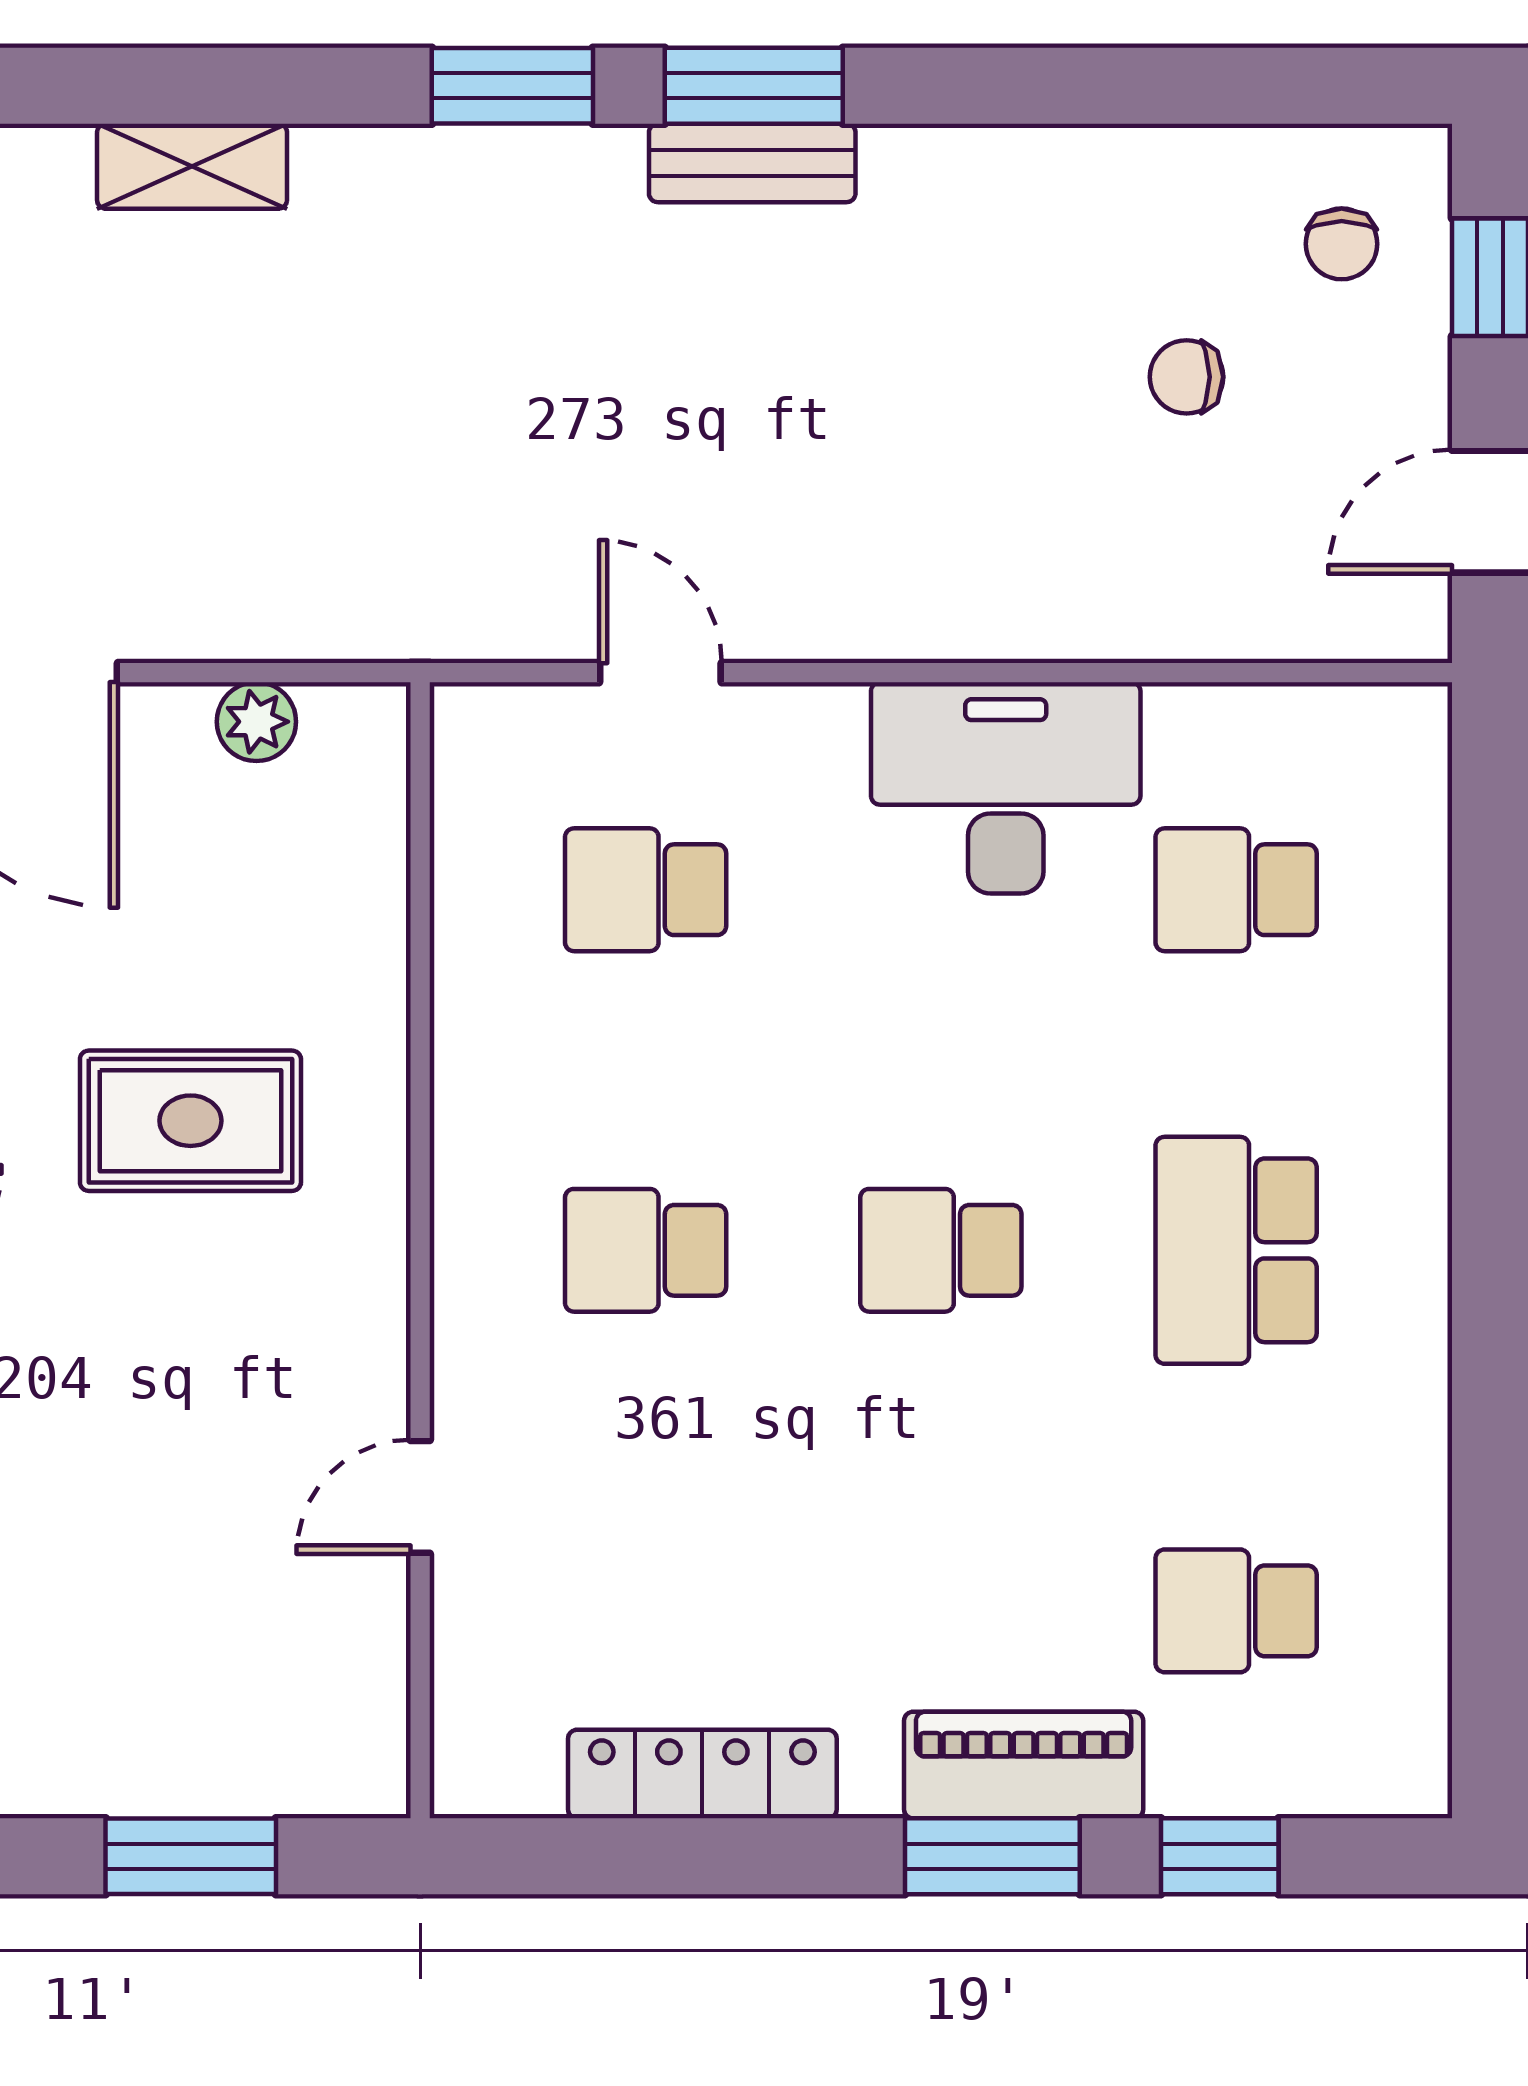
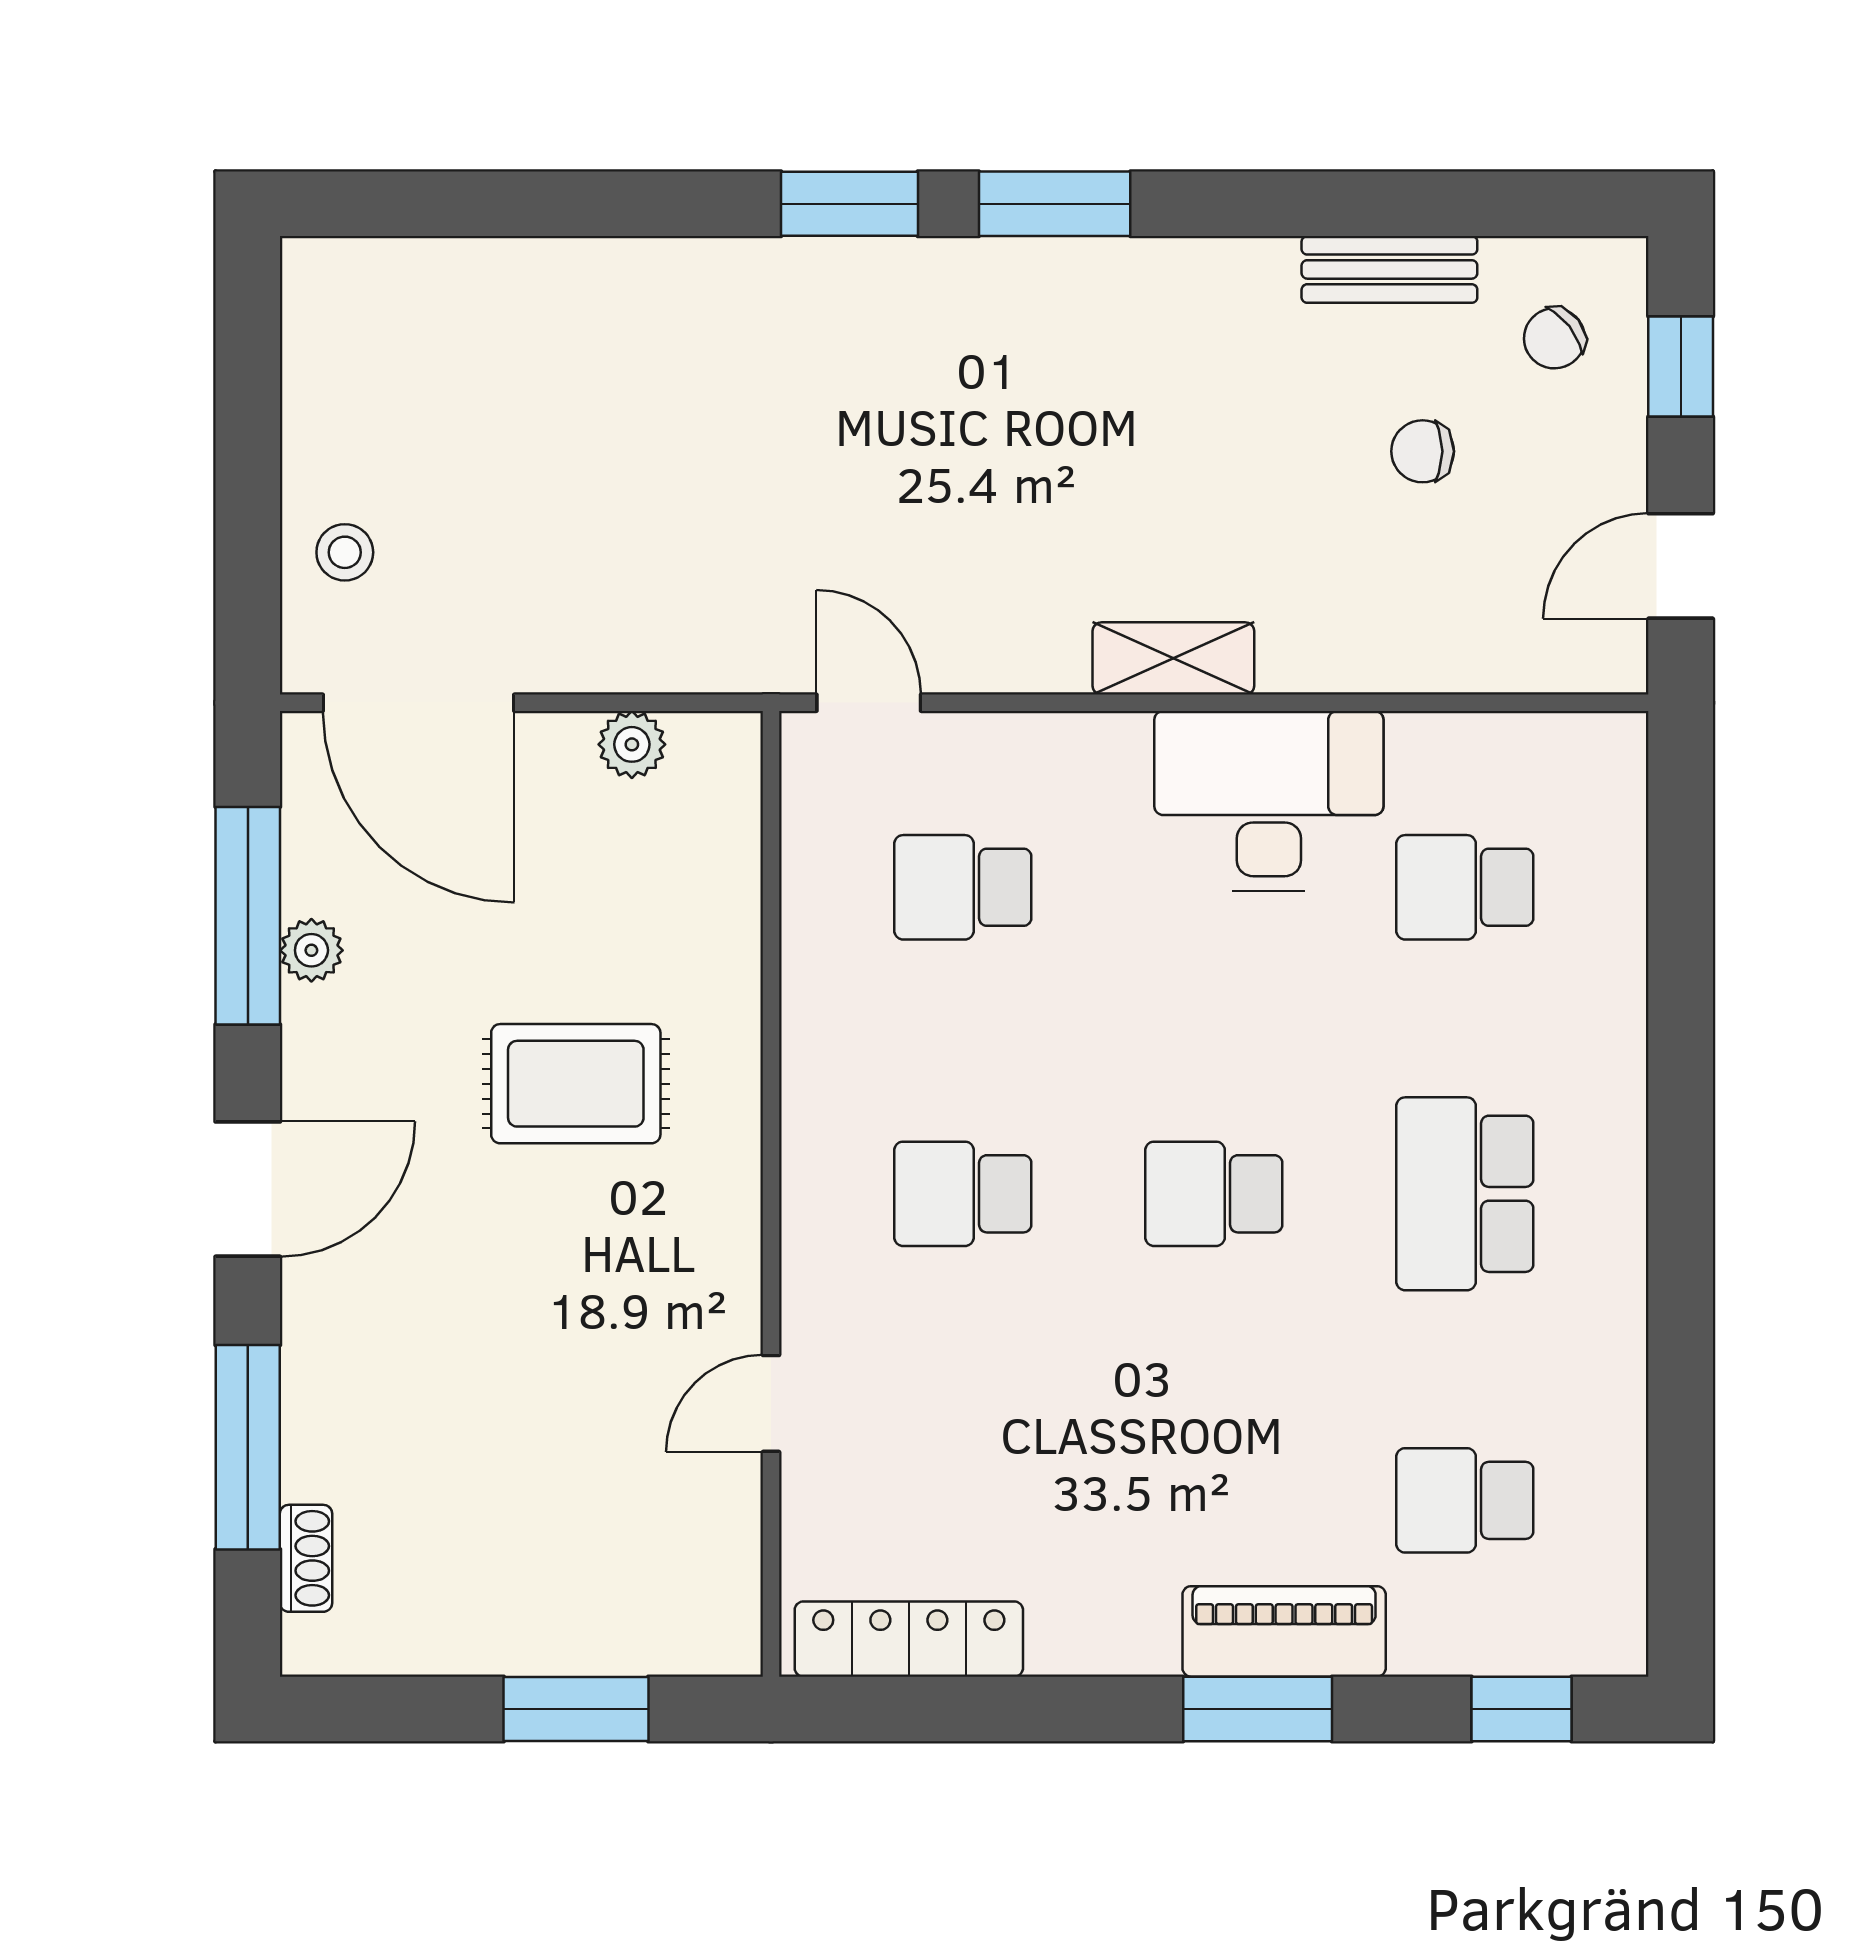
bench: (752, 163) -> (1389, 269), moved
shelving: (192, 166) -> (1173, 658), moved
chair: (1342, 244) -> (1554, 338), turned 52
door: (660, 673) -> (869, 703), moved
locker: (702, 1774) -> (909, 1639), moved
window: (1220, 1856) -> (1522, 1709), moved

